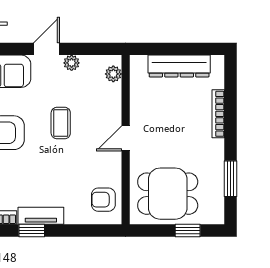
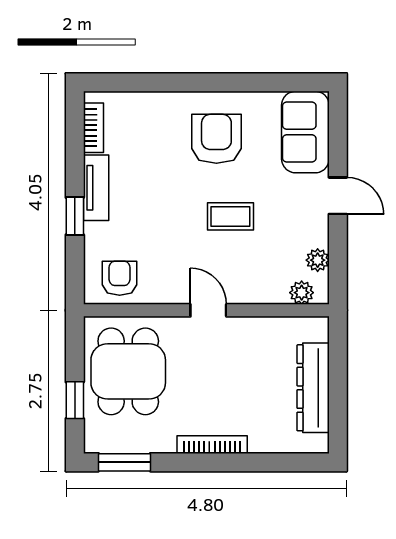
plant: (72, 63) -> (318, 260), moved
bookcase: (218, 114) -> (212, 445), moved
window: (230, 179) -> (124, 462), moved
window: (32, 230) -> (75, 216), moved

